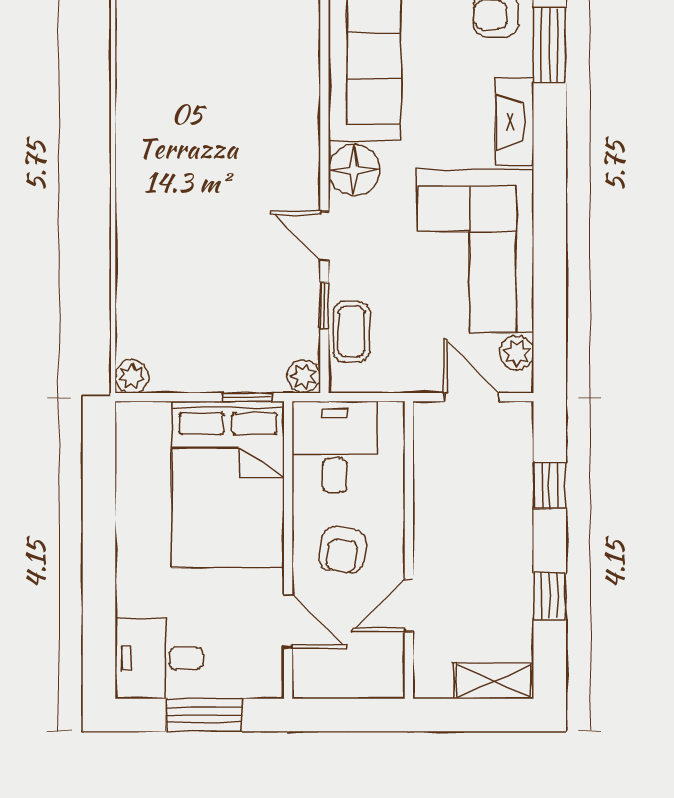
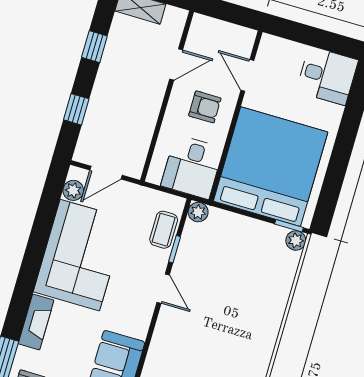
floor lamp: (354, 170) -> (135, 321), removed
window: (247, 397) -> (289, 226), moved
door: (472, 397) -> (106, 173), hinge flipped
bed: (228, 484) -> (271, 167), width x1.36
armchair: (342, 550) -> (205, 107), turned 82
window: (204, 715) -> (311, 36), removed

